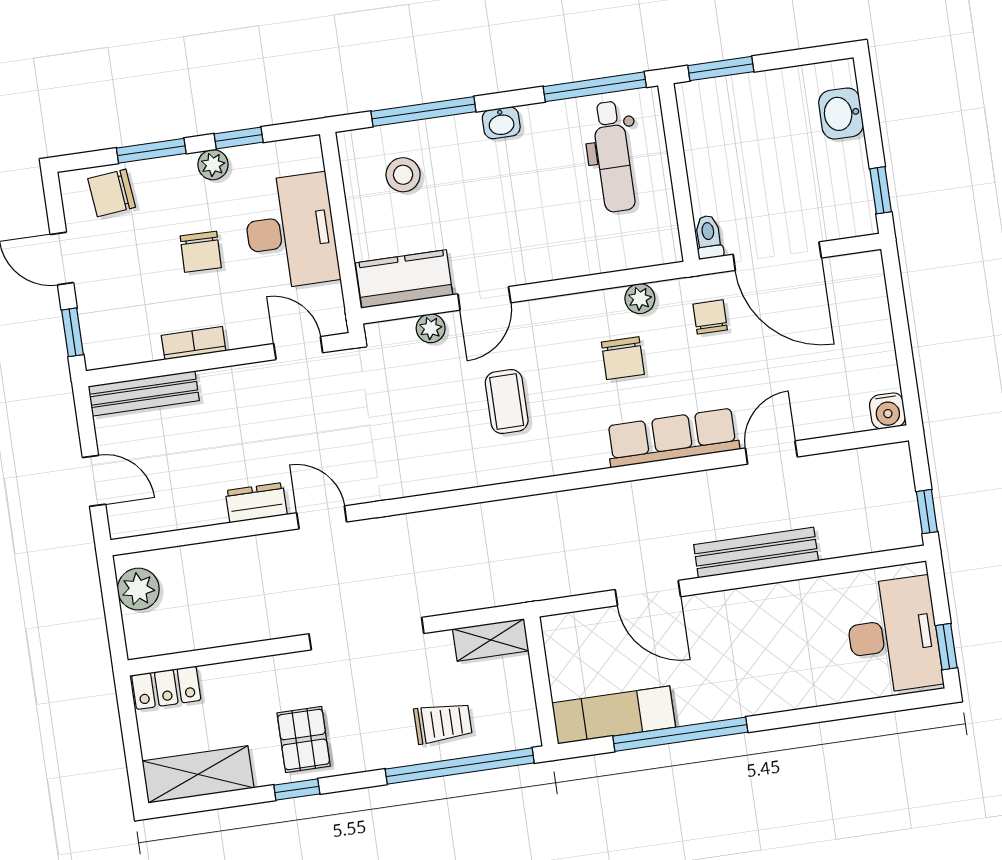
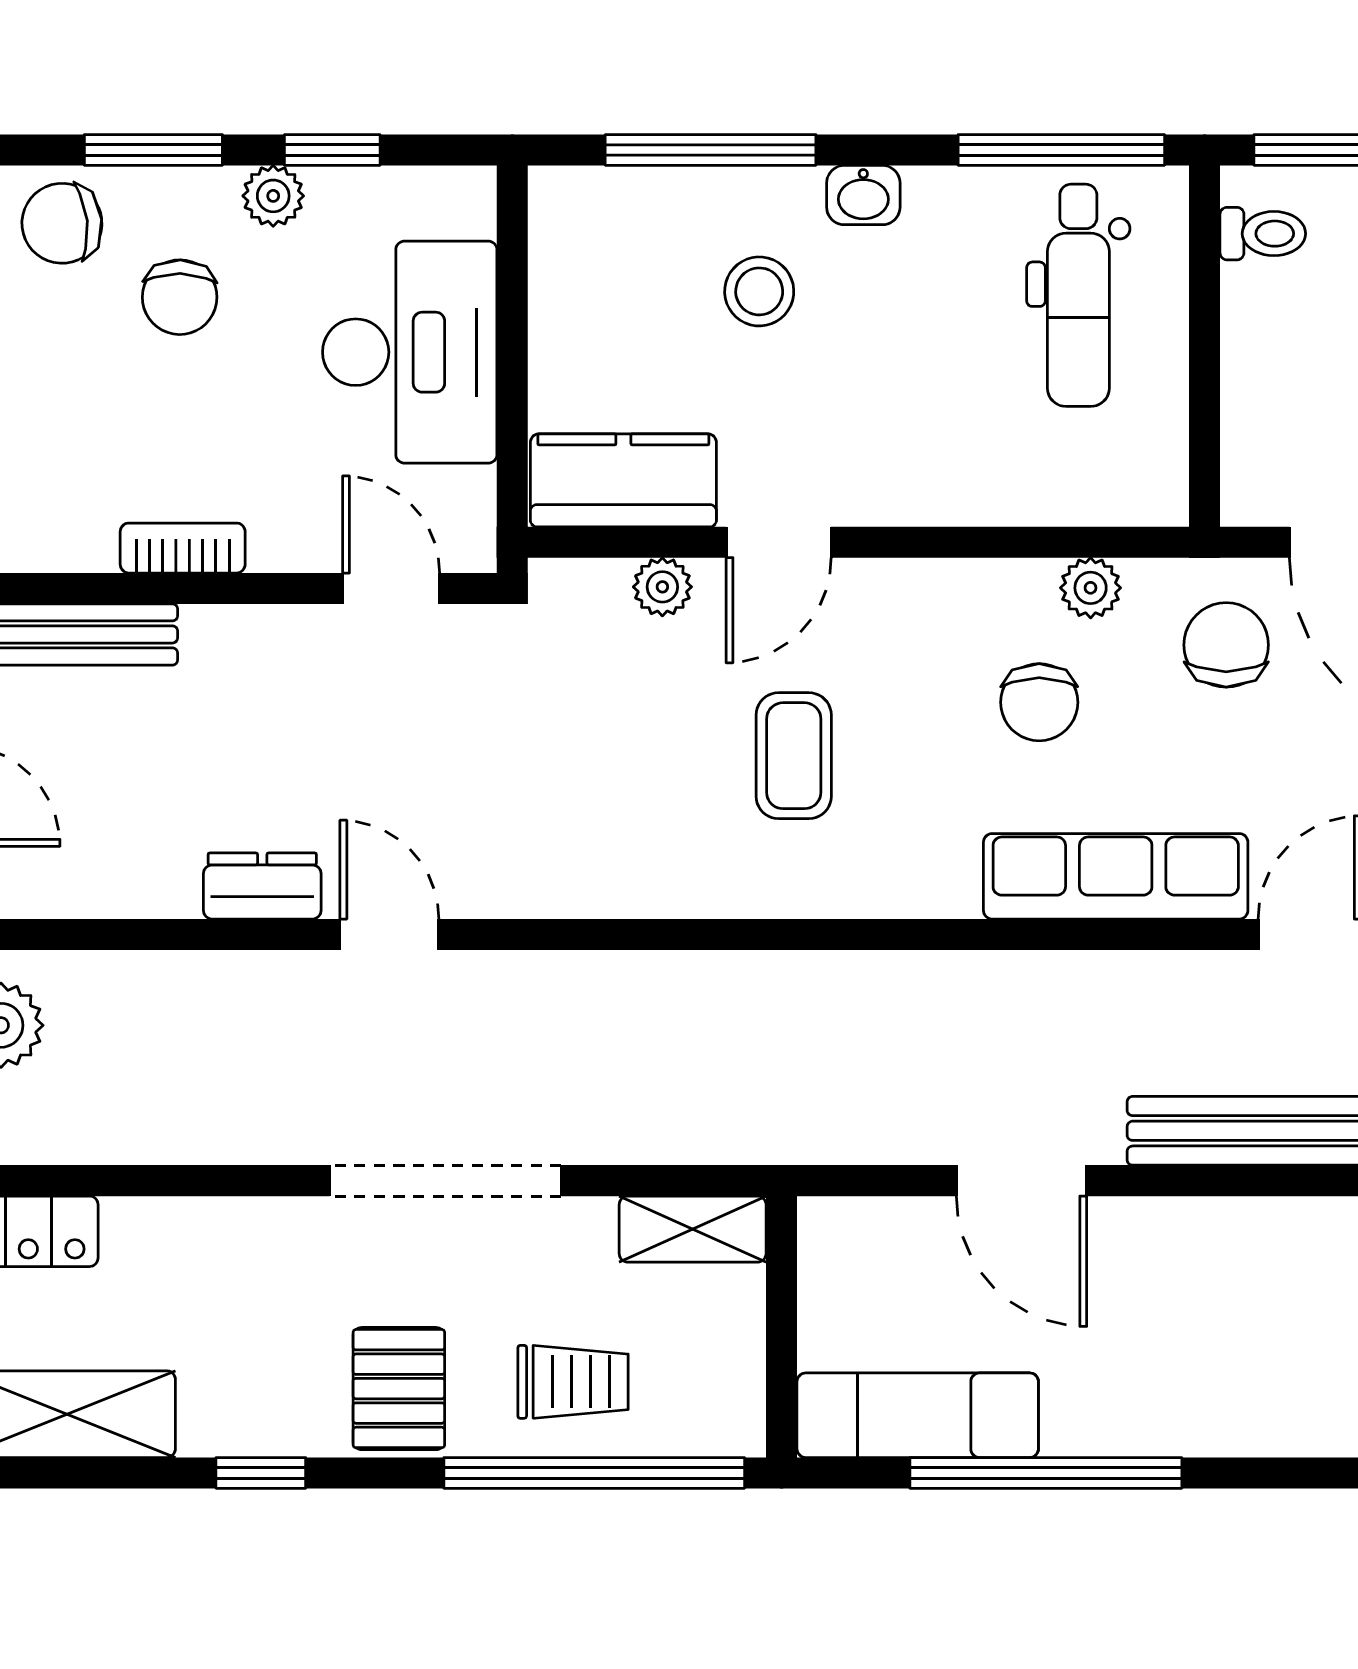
stool: (403, 175) -> (759, 291), moved
toilet: (709, 237) -> (1263, 234), moved, turned 90
chair: (201, 252) -> (180, 297), moved
chair: (710, 317) -> (1226, 645), width x1.37, depth x1.37
pallet: (304, 739) -> (399, 1389), moved

